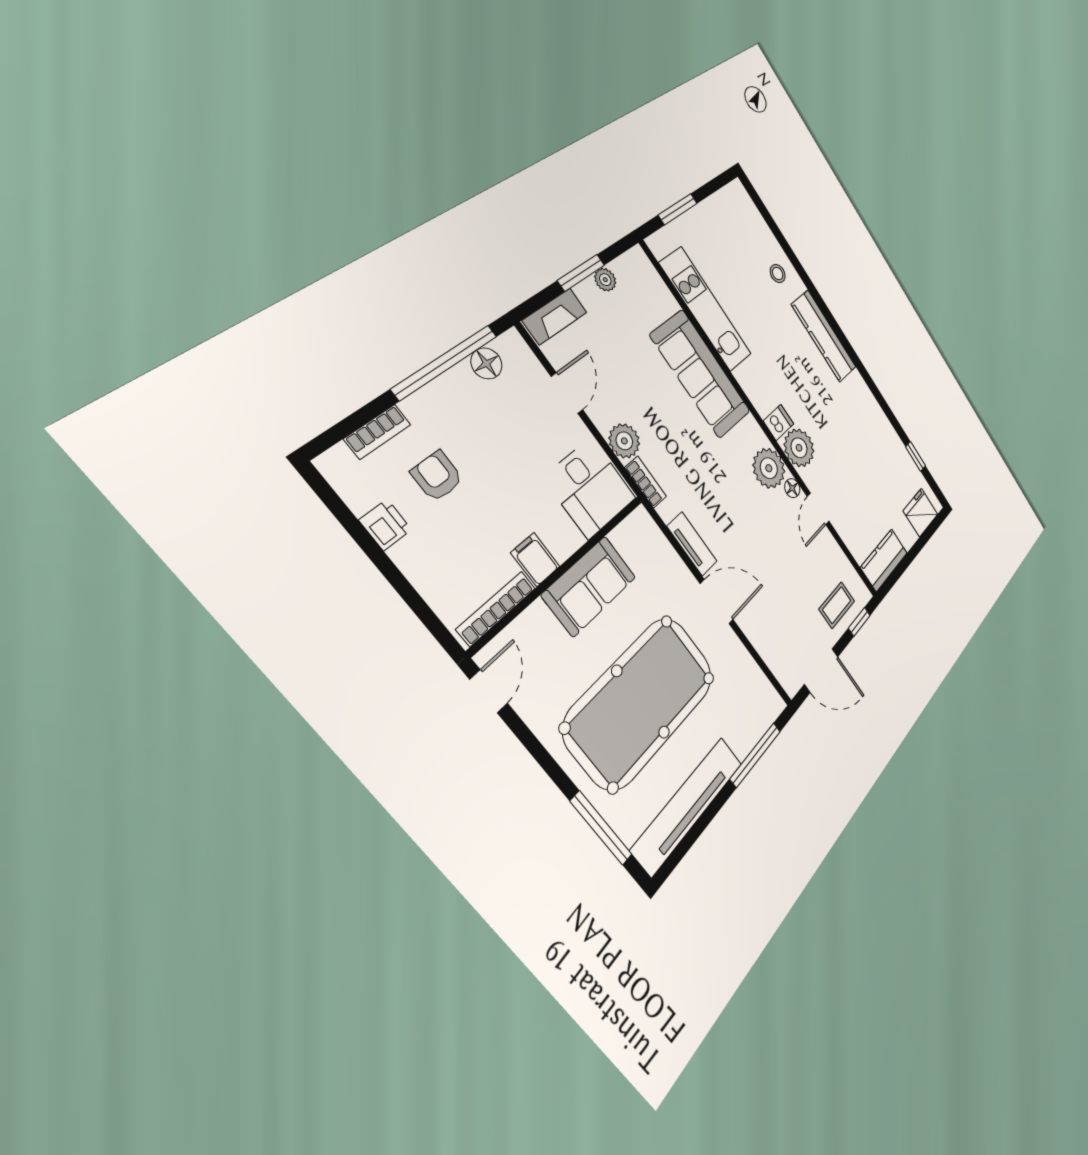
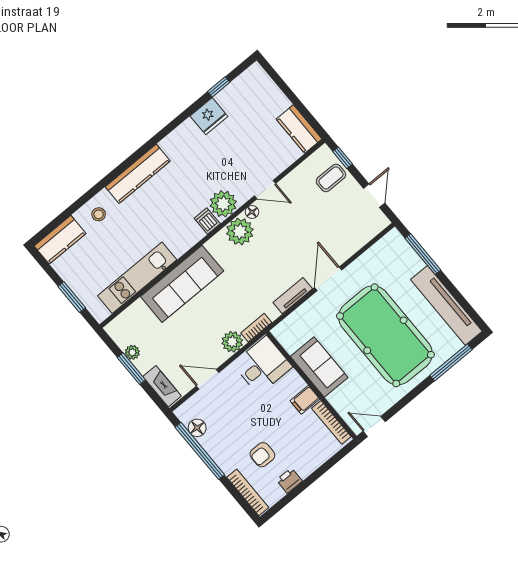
kitchen counter: (746, 214) -> (60, 240), added
bookcase: (378, 432) -> (248, 492), width x1.56
fridge: (920, 513) -> (209, 116), moved, turned -90
coffee table: (837, 605) -> (331, 178), turned 90
door: (821, 670) -> (374, 196), width x0.73

